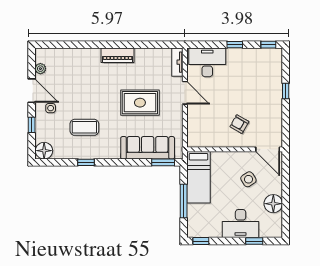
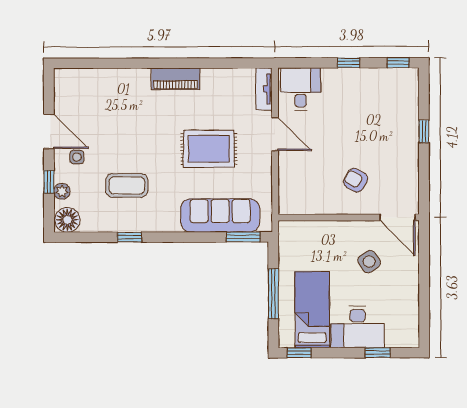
desk: (207, 62) -> (301, 89), width x0.73
plant: (40, 69) -> (62, 191), moved
bed: (198, 177) -> (312, 310), moved, turned 180
floor lamp: (273, 204) -> (406, 297), removed

